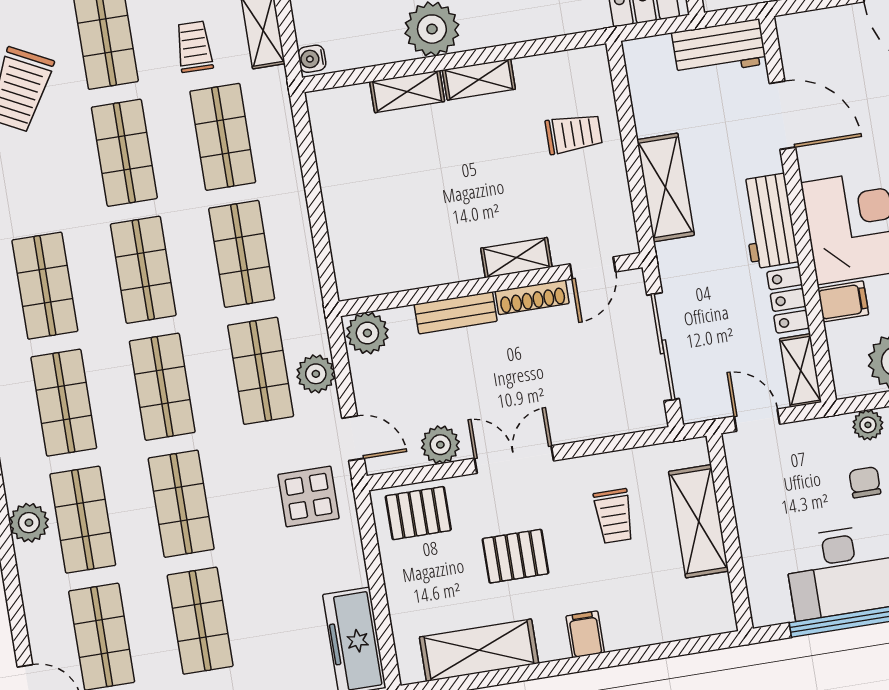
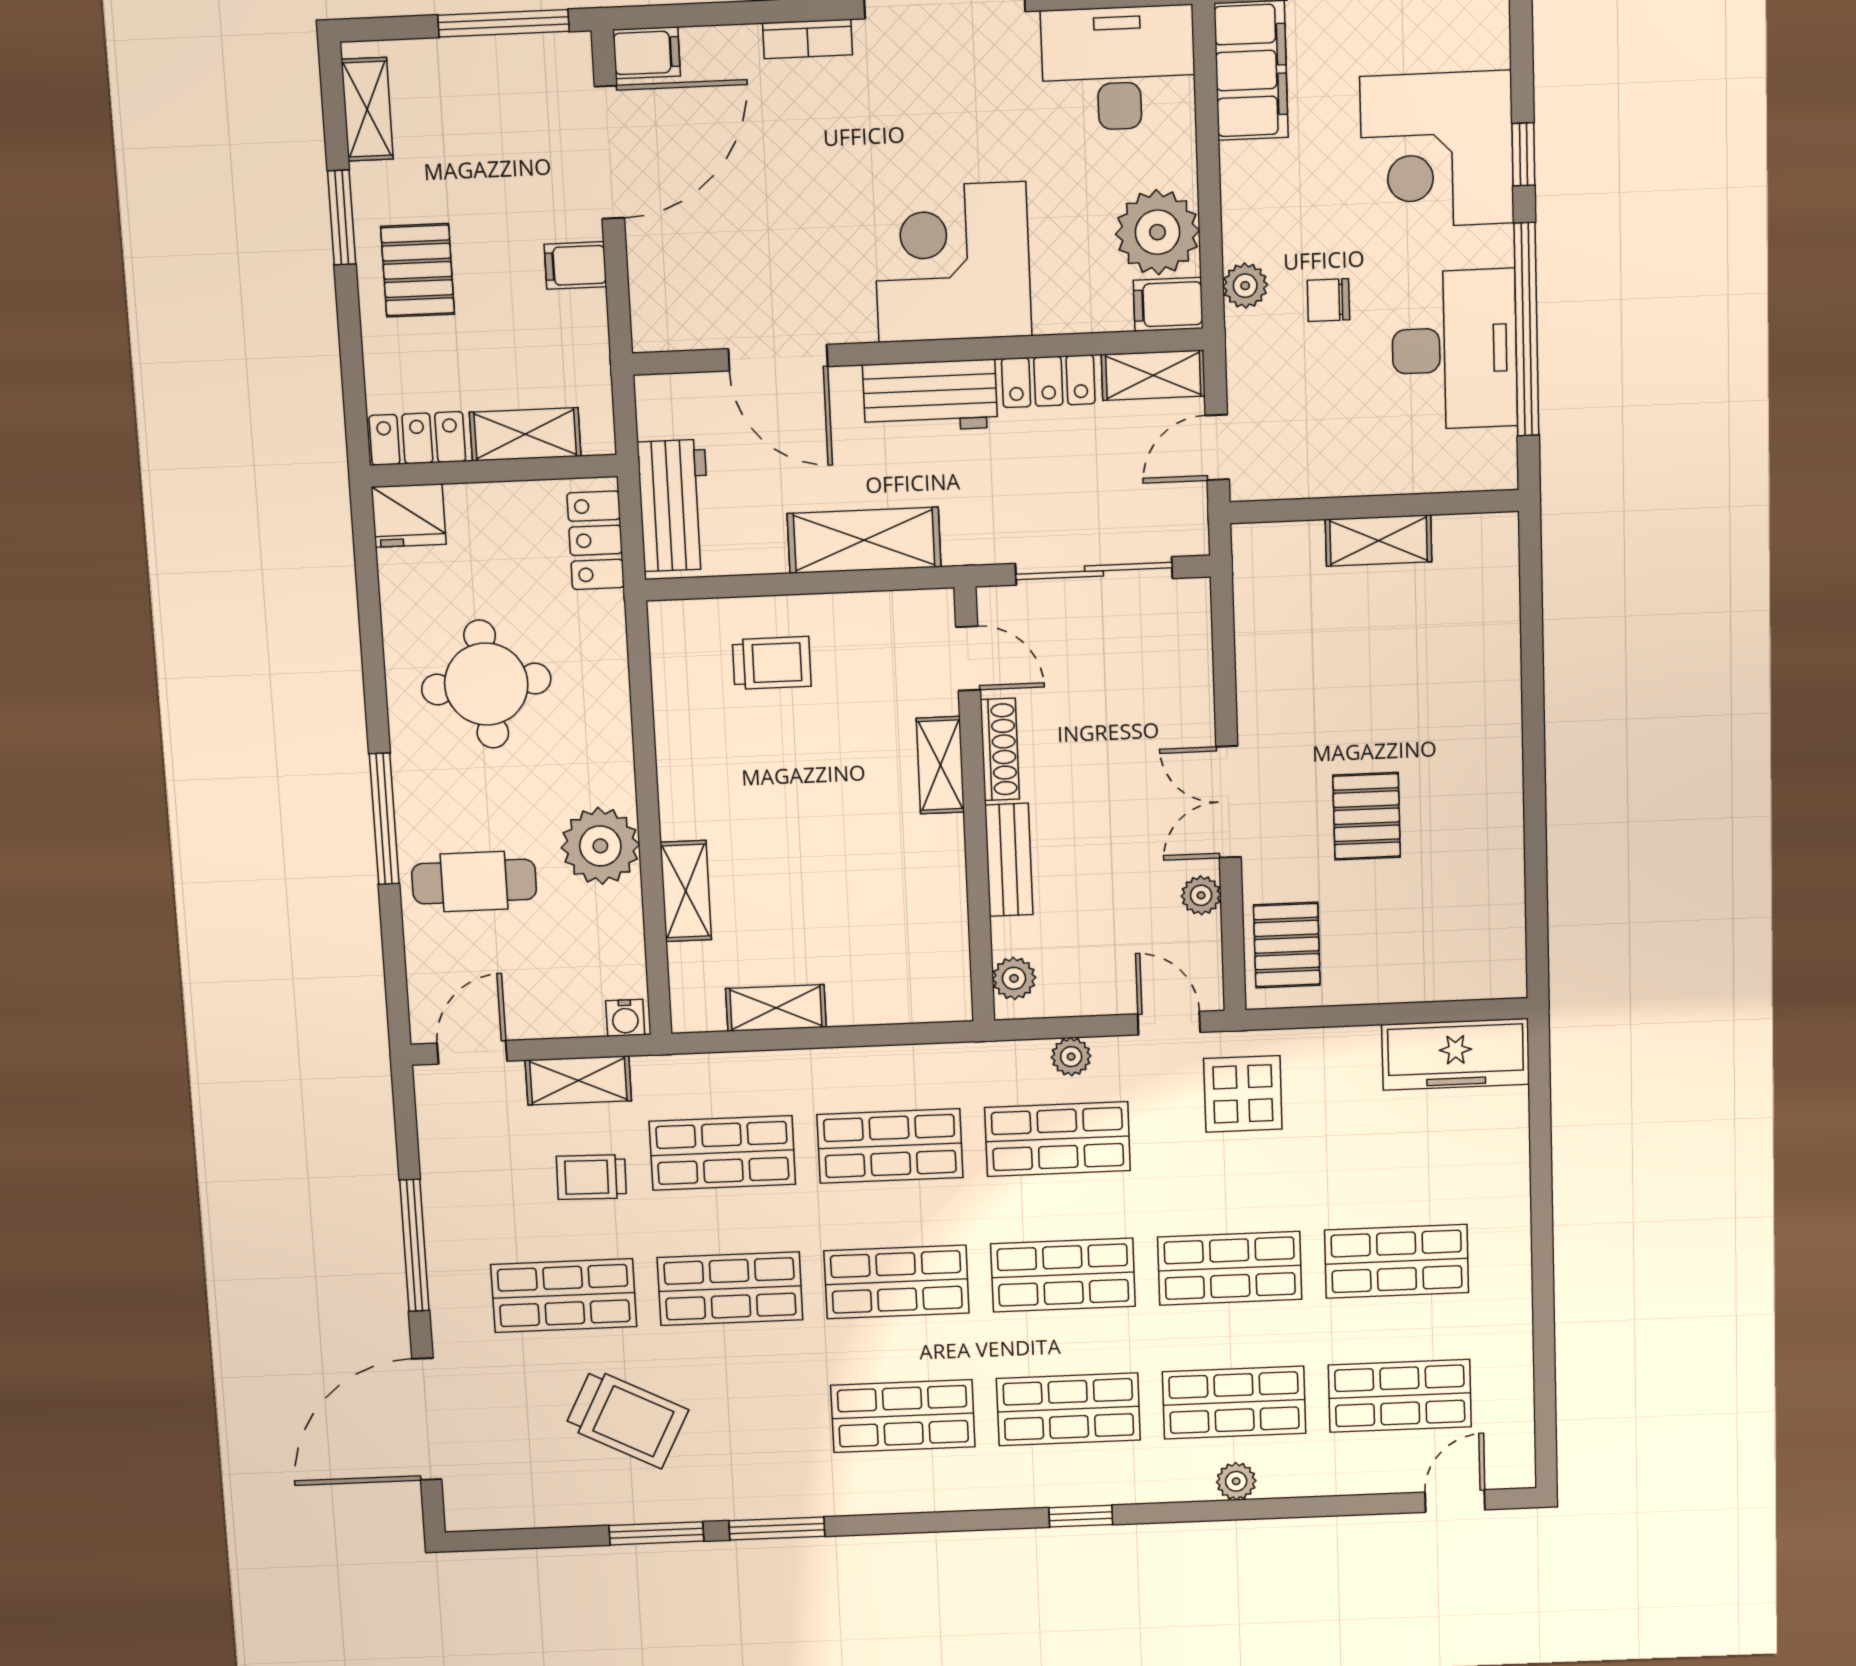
workbench: (719, 48) -> (674, 506), moved
shelving: (479, 79) -> (776, 1008), moved, turned 90
door: (782, 115) -> (778, 358), swing flipped
trolley: (574, 134) -> (772, 663), turned 90
filing cabinet: (843, 301) -> (1168, 304), moved, turned -90
plant: (367, 333) -> (1014, 978), width x0.73, depth x0.73
plant: (316, 374) -> (1071, 1057), width x0.73, depth x0.73
door: (353, 438) -> (1169, 1023), hinge flipped
plant: (440, 445) -> (1201, 895), width x0.73, depth x0.73
trolley: (614, 516) -> (1328, 670), removed
shelving: (699, 521) -> (1378, 540), width x0.67, depth x0.75
plant: (29, 523) -> (1236, 1481), width x0.73, depth x0.73
filing cabinet: (585, 634) -> (1492, 731), removed
shelving: (479, 650) -> (1493, 883), removed

